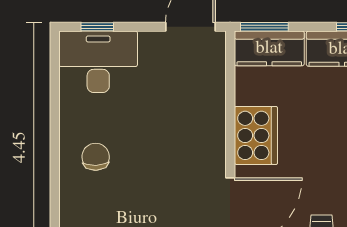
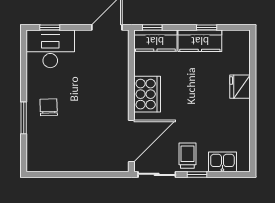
window: (264, 27) -> (152, 27), width x0.67
window: (55, 174) -> (24, 118), added

